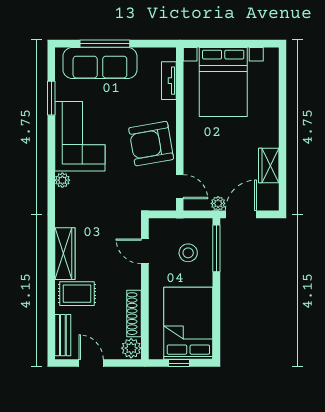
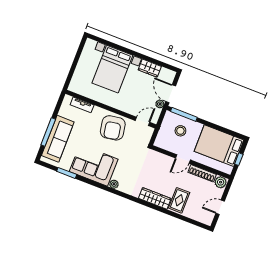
bed with nightstands: (223, 82) -> (112, 69), moved, turned 90
door: (145, 251) -> (183, 159), moved
bench: (63, 335) -> (199, 217), removed

